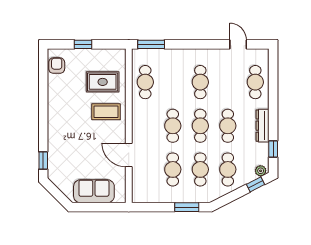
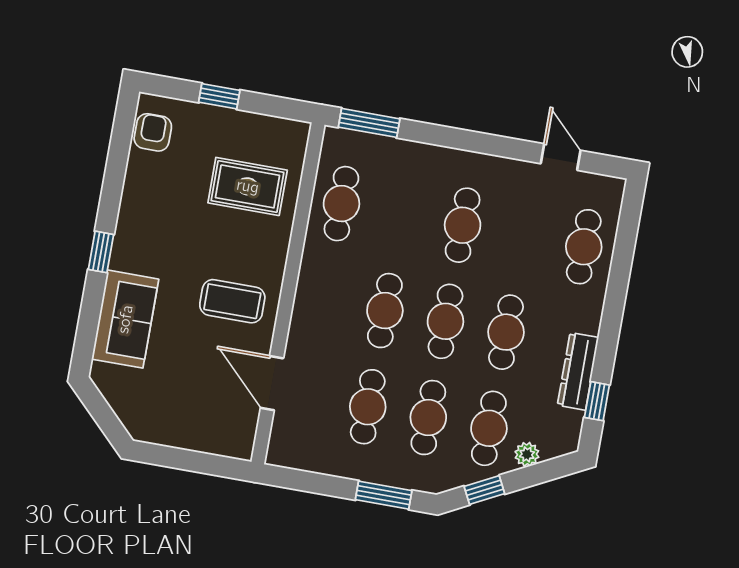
coffee table: (106, 112) -> (232, 301), moved
dresser: (263, 126) -> (578, 371), moved
door: (129, 155) -> (272, 383), moved
window: (43, 160) -> (101, 252), moved
plant: (261, 171) -> (527, 454), moved
window: (255, 184) -> (484, 490), moved
sofa: (94, 191) -> (125, 319), moved, turned 90

